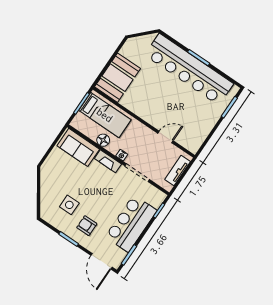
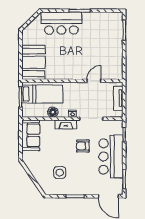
bar counter: (189, 69) -> (61, 23), width x0.54
sofa: (78, 147) -> (31, 135), moved, turned -90
armchair: (87, 226) -> (83, 146), moved

